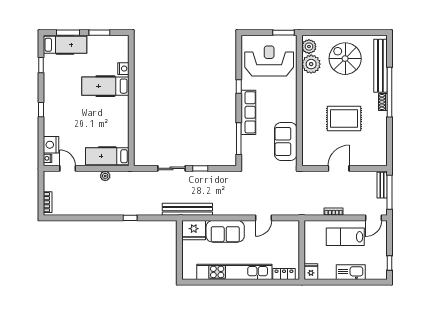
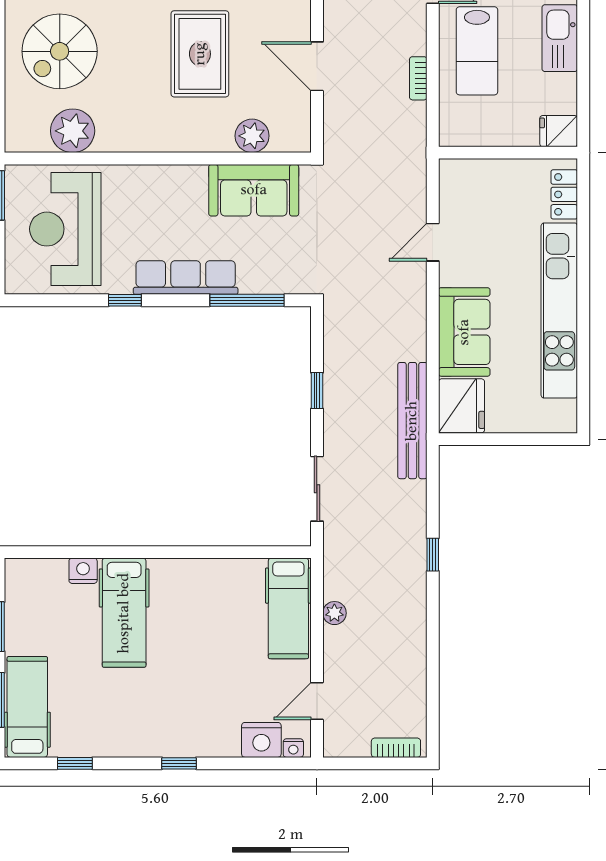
plant: (309, 47) -> (252, 136), moved
sliding door: (171, 168) -> (317, 489), moved
door: (264, 218) -> (433, 242), swing flipped

